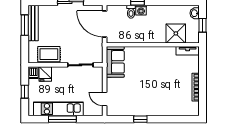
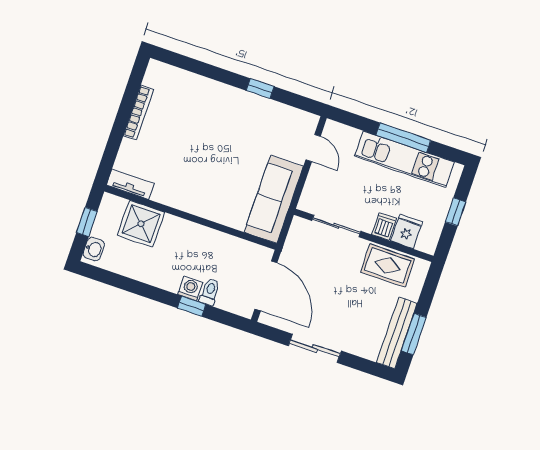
sofa: (115, 62) -> (274, 199), width x1.36
dishwasher: (33, 73) -> (384, 226), moved

